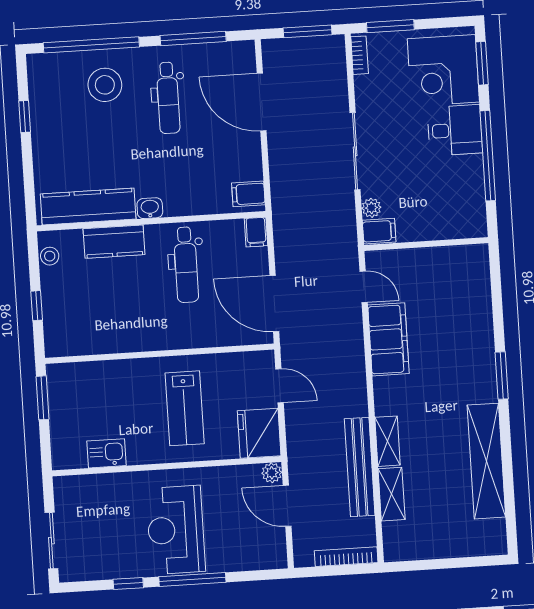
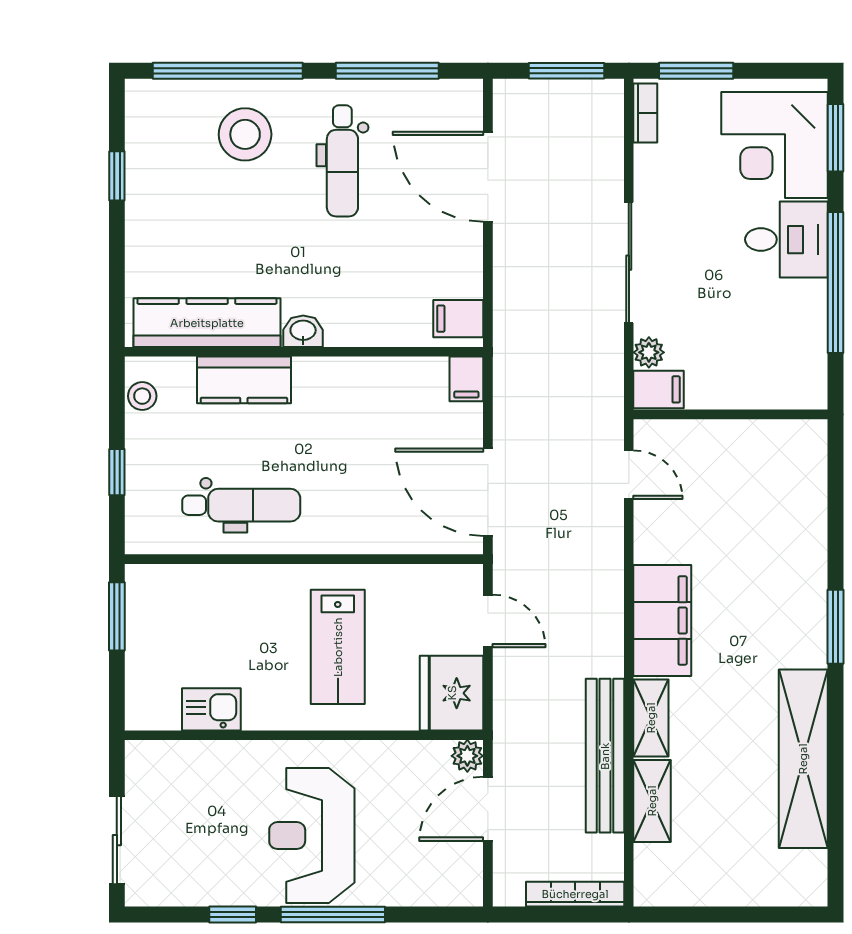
dental chair: (186, 265) -> (241, 505), moved, turned -90
filing cabinet: (388, 339) -> (662, 620), moved
door: (287, 506) -> (488, 809), hinge flipped

